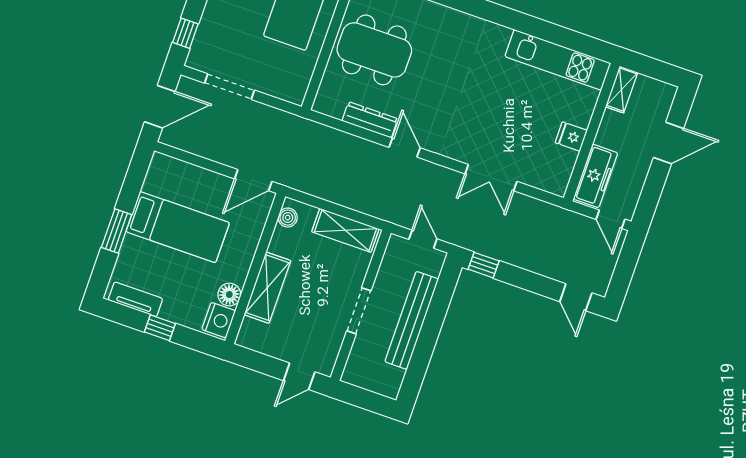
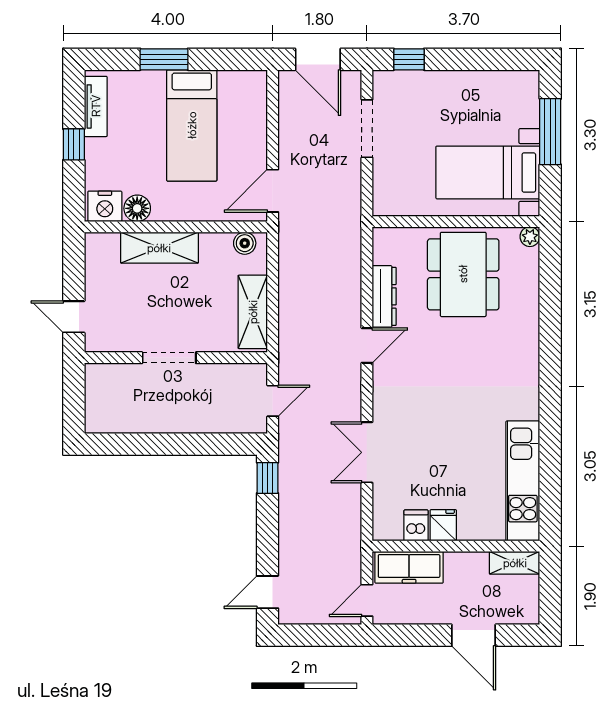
dishwasher: (564, 159) -> (416, 525), added
door: (253, 180) -> (273, 191), hinge flipped
bench: (412, 320) -> (179, 420), removed

